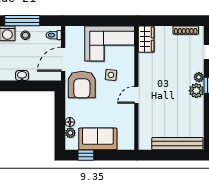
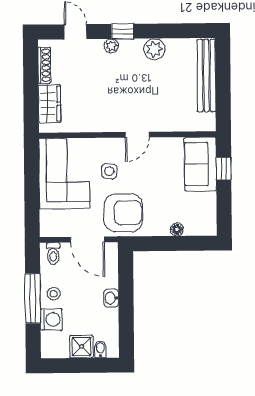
wardrobe: (146, 39) -> (50, 104), moved, turned 90
plant: (196, 91) -> (154, 49), moved
door: (136, 95) -> (137, 135), hinge flipped
plant: (70, 133) -> (192, 228), removed
sofa: (98, 139) -> (200, 164), moved
window: (86, 155) -> (224, 168), moved

